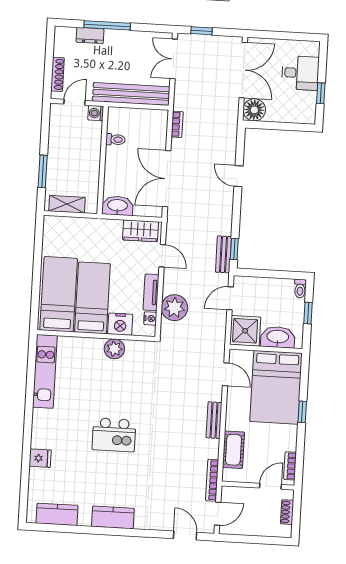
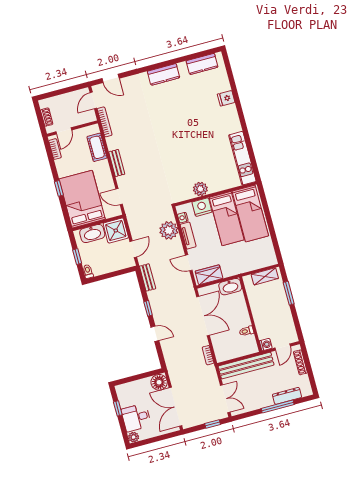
dresser: (90, 35) -> (287, 396), width x1.44
plant: (312, 48) -> (134, 437), added
window: (234, 249) -> (148, 308), moved
kitchen island: (114, 435) -> (181, 131), removed

